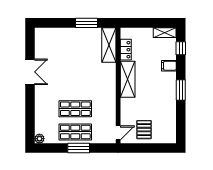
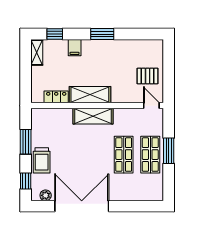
window: (52, 23) -> (26, 181), added
trolley: (70, 37) -> (42, 160), added
shelving: (109, 45) -> (93, 116), moved
double door: (30, 72) -> (82, 206), width x1.87
plant: (39, 139) -> (46, 195), moved

